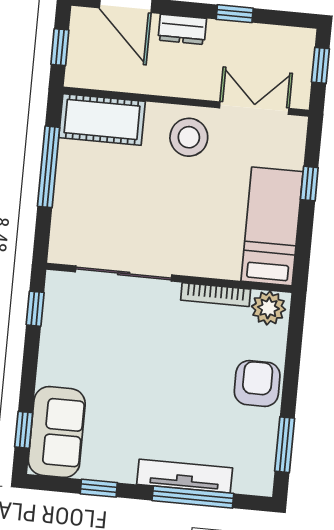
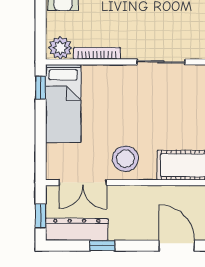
dresser: (182, 29) -> (77, 229), moved, width x1.96, depth x1.24
window: (309, 184) -> (41, 88), moved
sliding door: (124, 273) -> (161, 62), width x0.73

